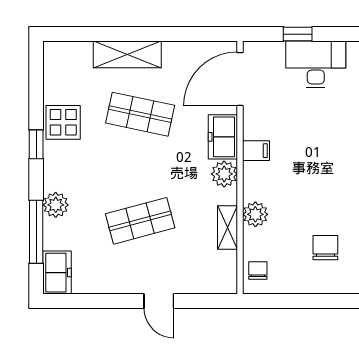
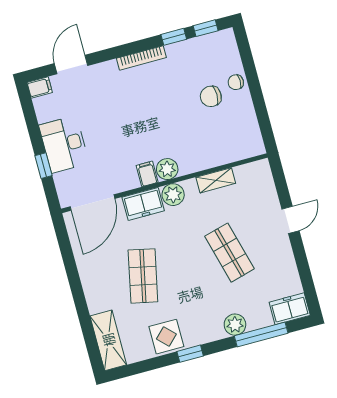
shelving: (127, 54) -> (108, 340), moved
door: (240, 79) -> (92, 203), hinge flipped
plant: (255, 214) -> (167, 169), moved
chair: (258, 270) -> (236, 82), moved

